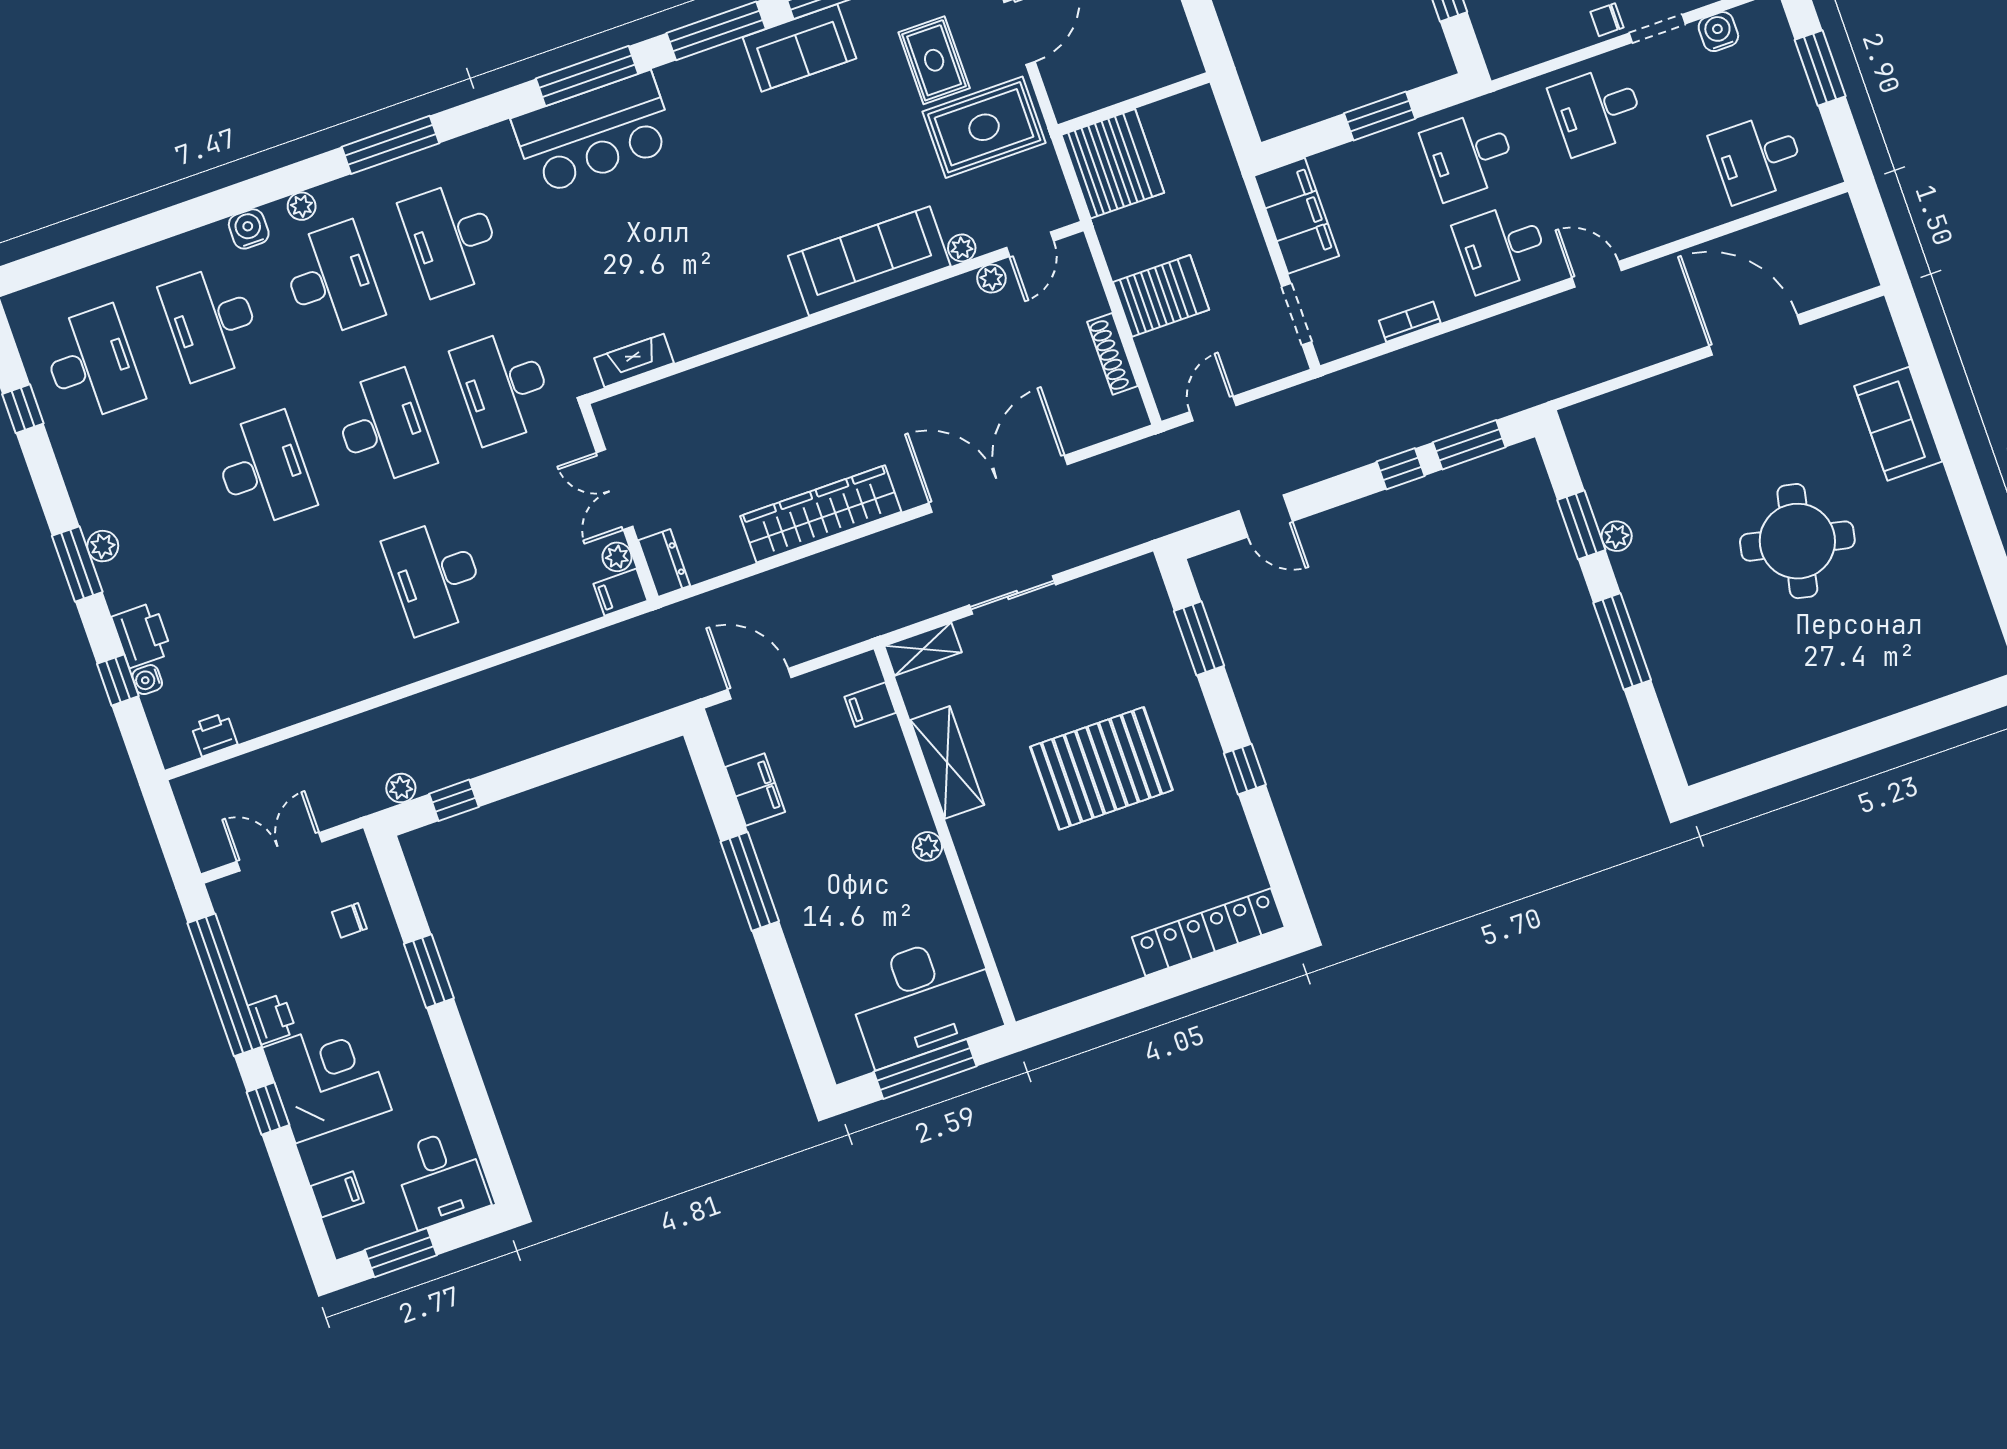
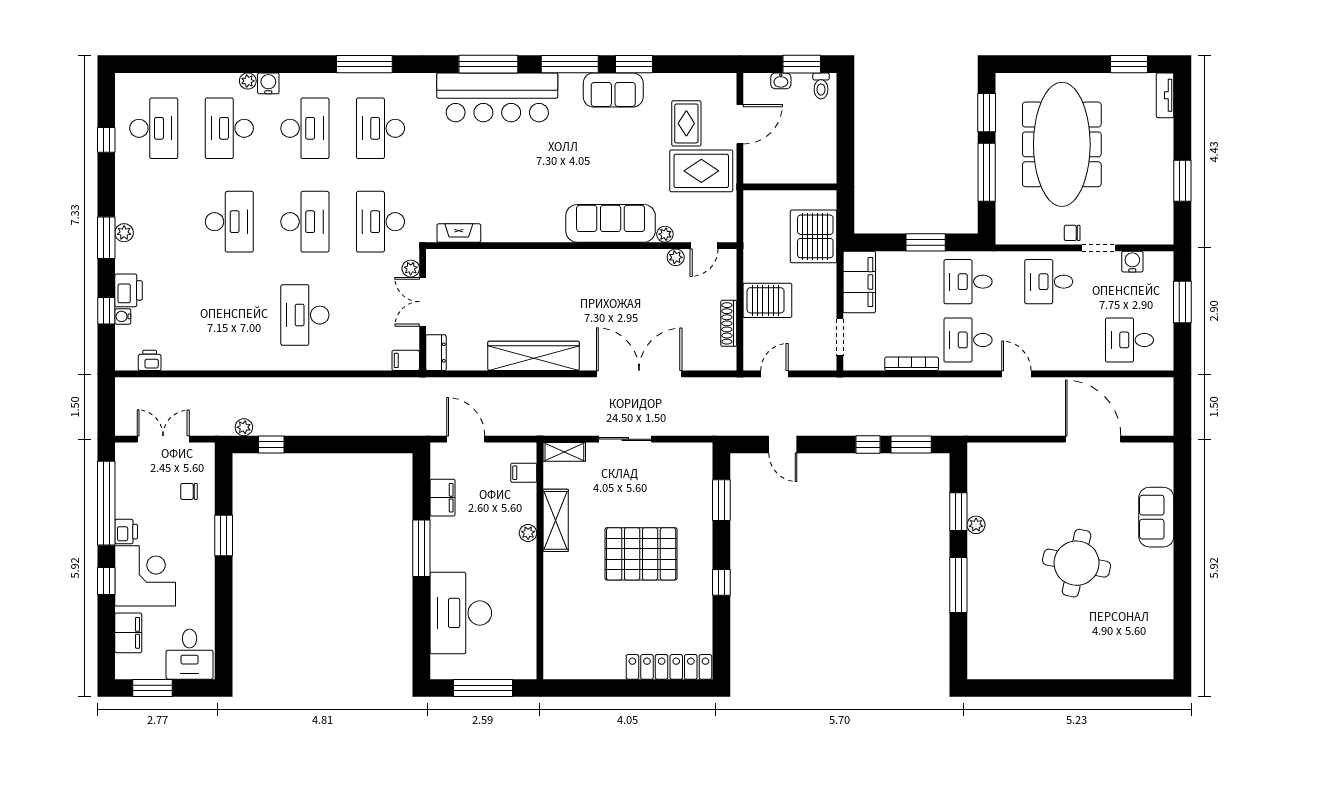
bar counter: (594, 133) -> (497, 97), width x1.36
server rack: (1113, 164) -> (813, 236), moved, turned 180
plant: (302, 206) -> (248, 81), moved
bookcase: (1410, 322) -> (912, 364), width x1.56
plant: (617, 557) -> (411, 269), moved
plant: (927, 846) -> (528, 533), moved
desk: (923, 999) -> (461, 613), moved, turned 90
filing cabinet: (337, 1194) -> (128, 633), width x2.00

